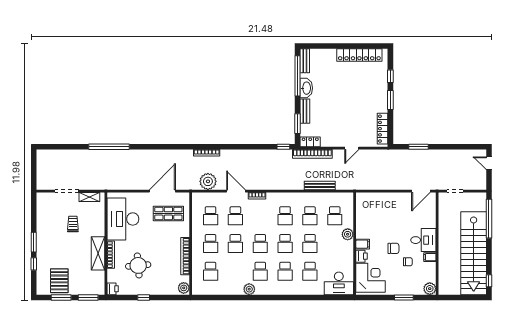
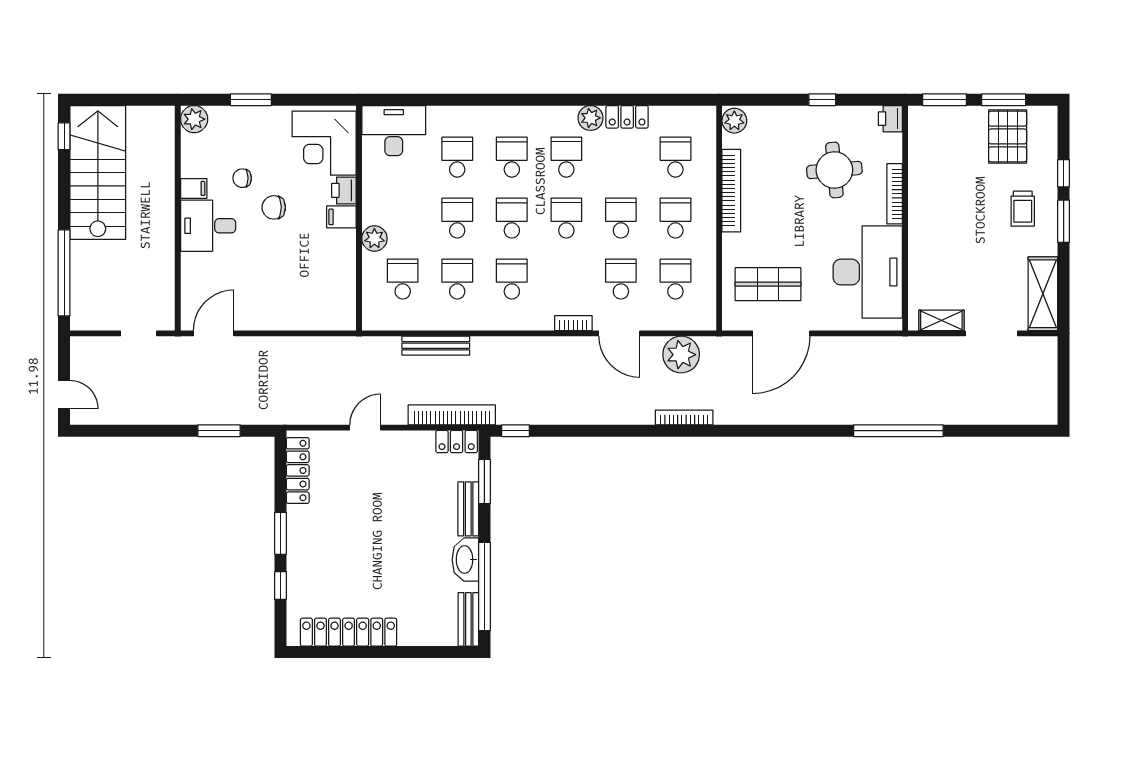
trolley: (73, 224) -> (1023, 209), moved
shelving: (98, 253) -> (1043, 294), moved
stairs: (474, 253) -> (98, 172), width x0.73
locker: (233, 290) -> (627, 117), added

